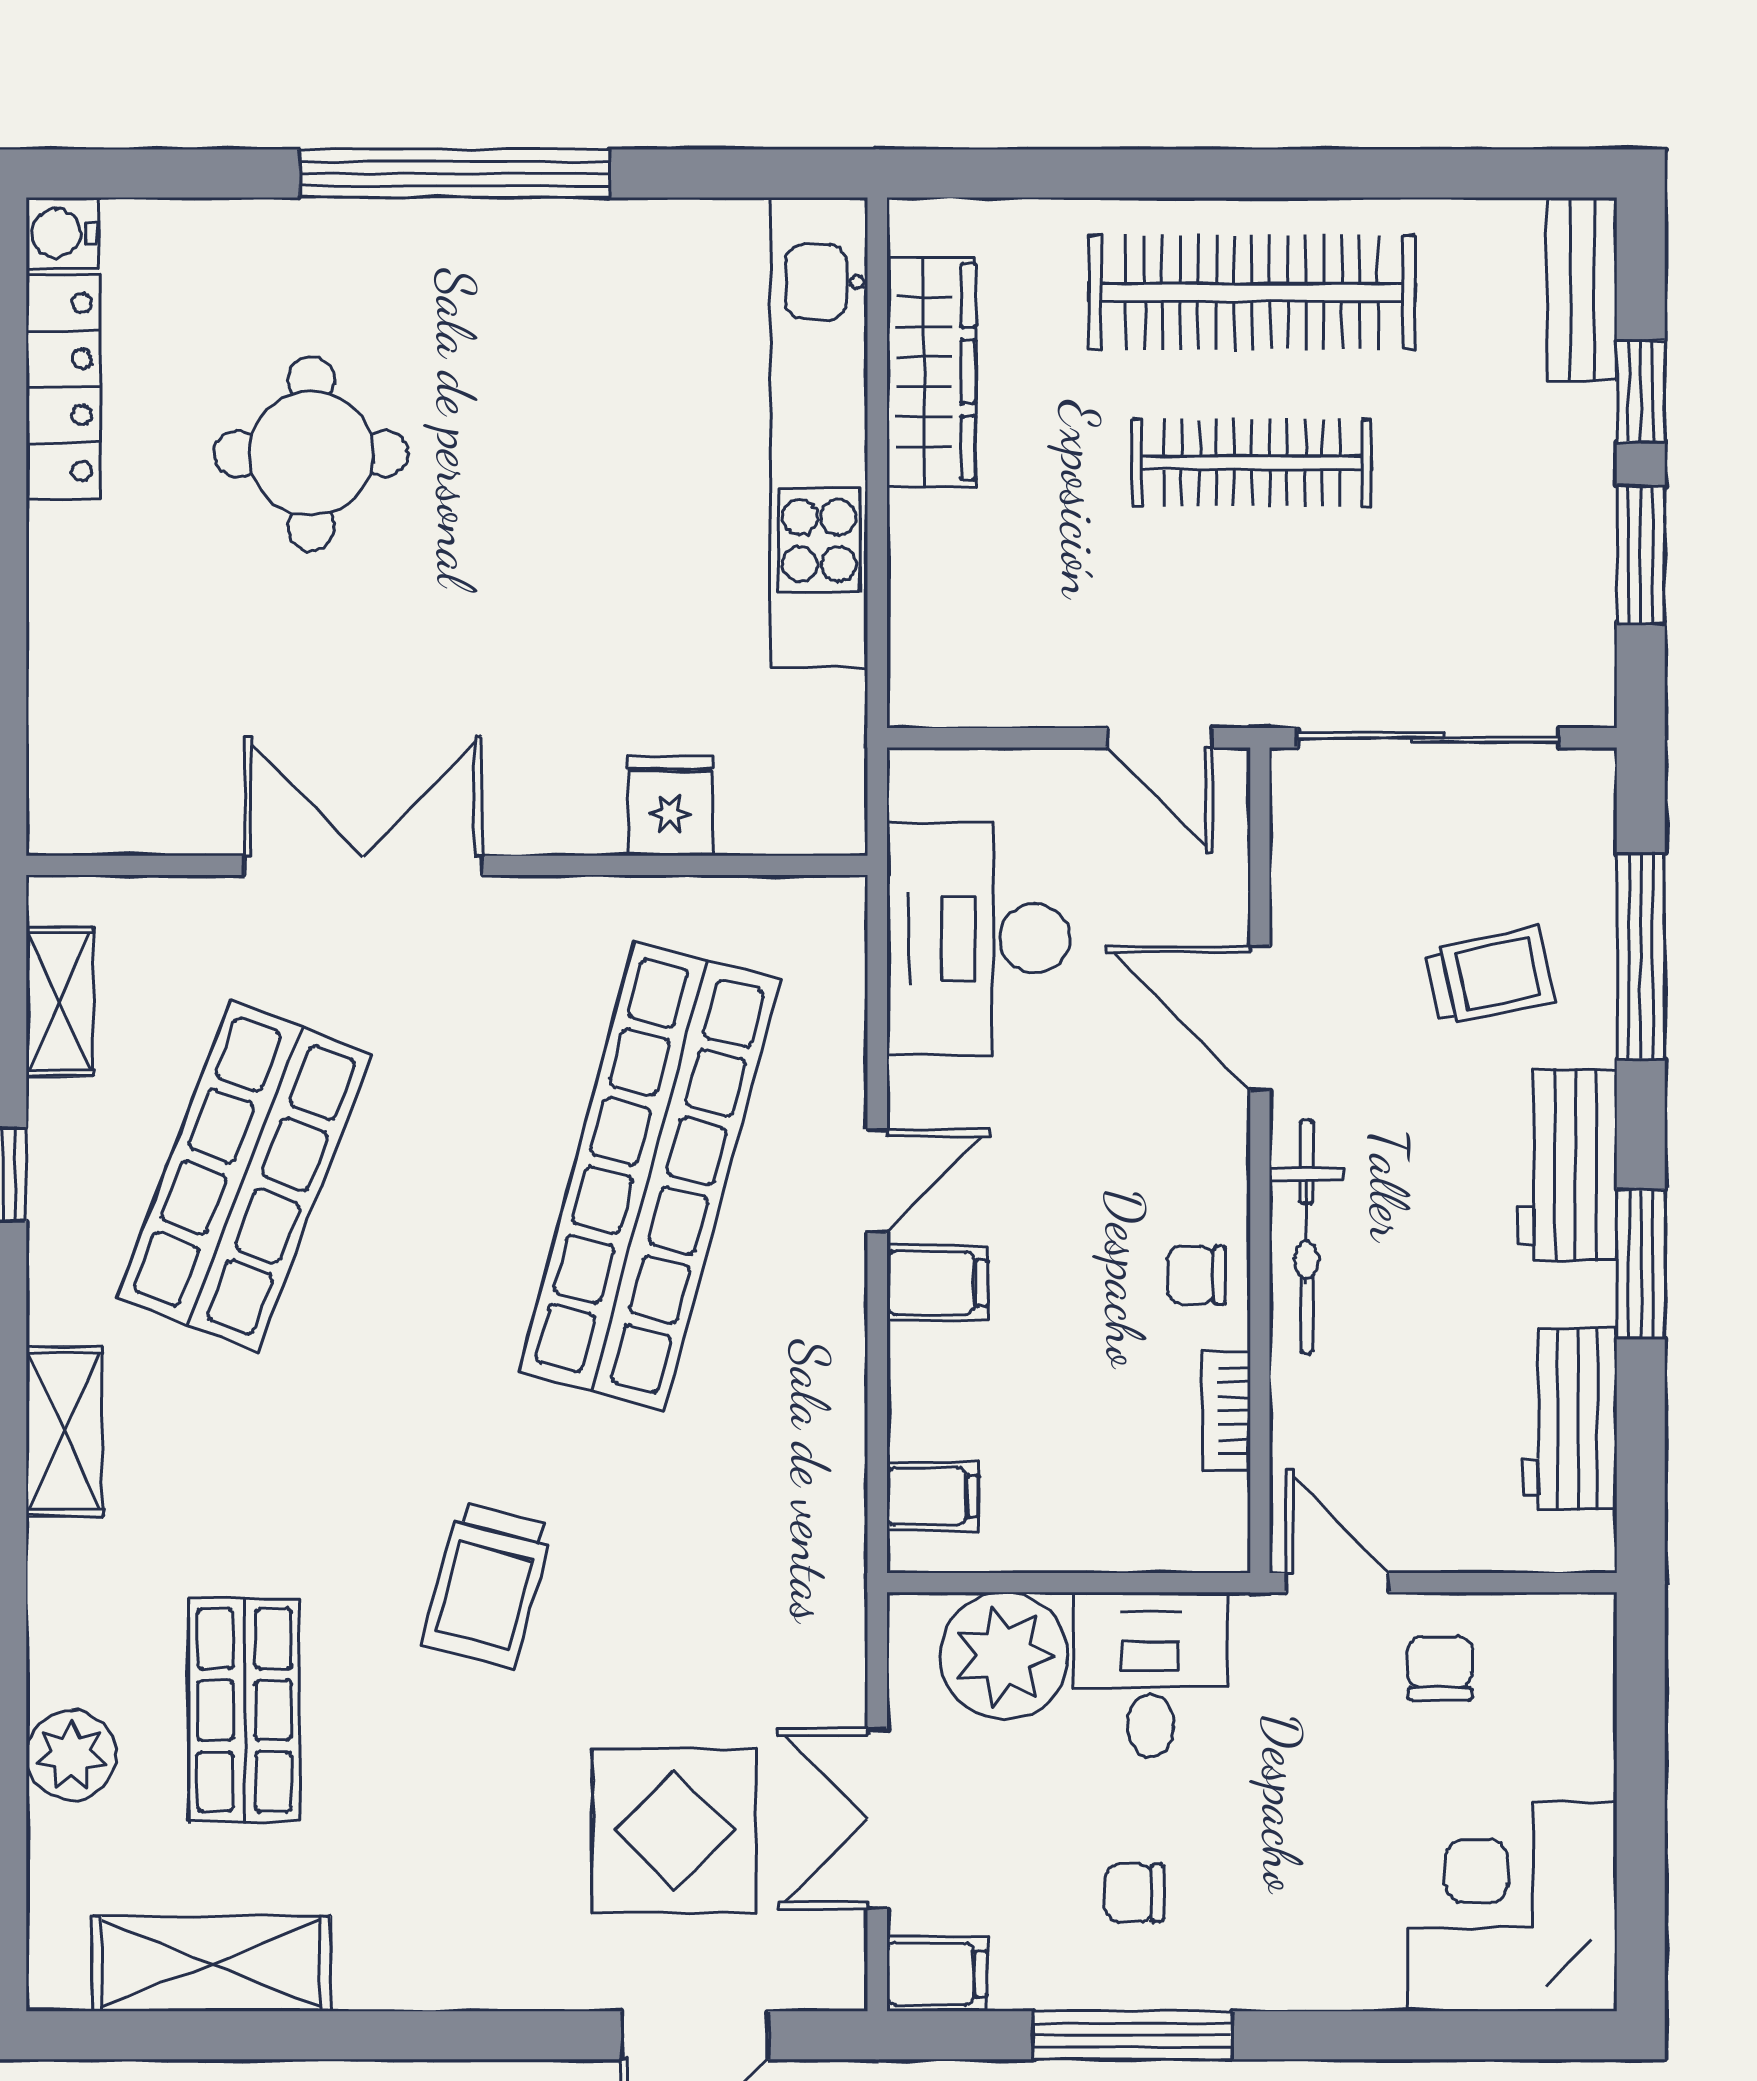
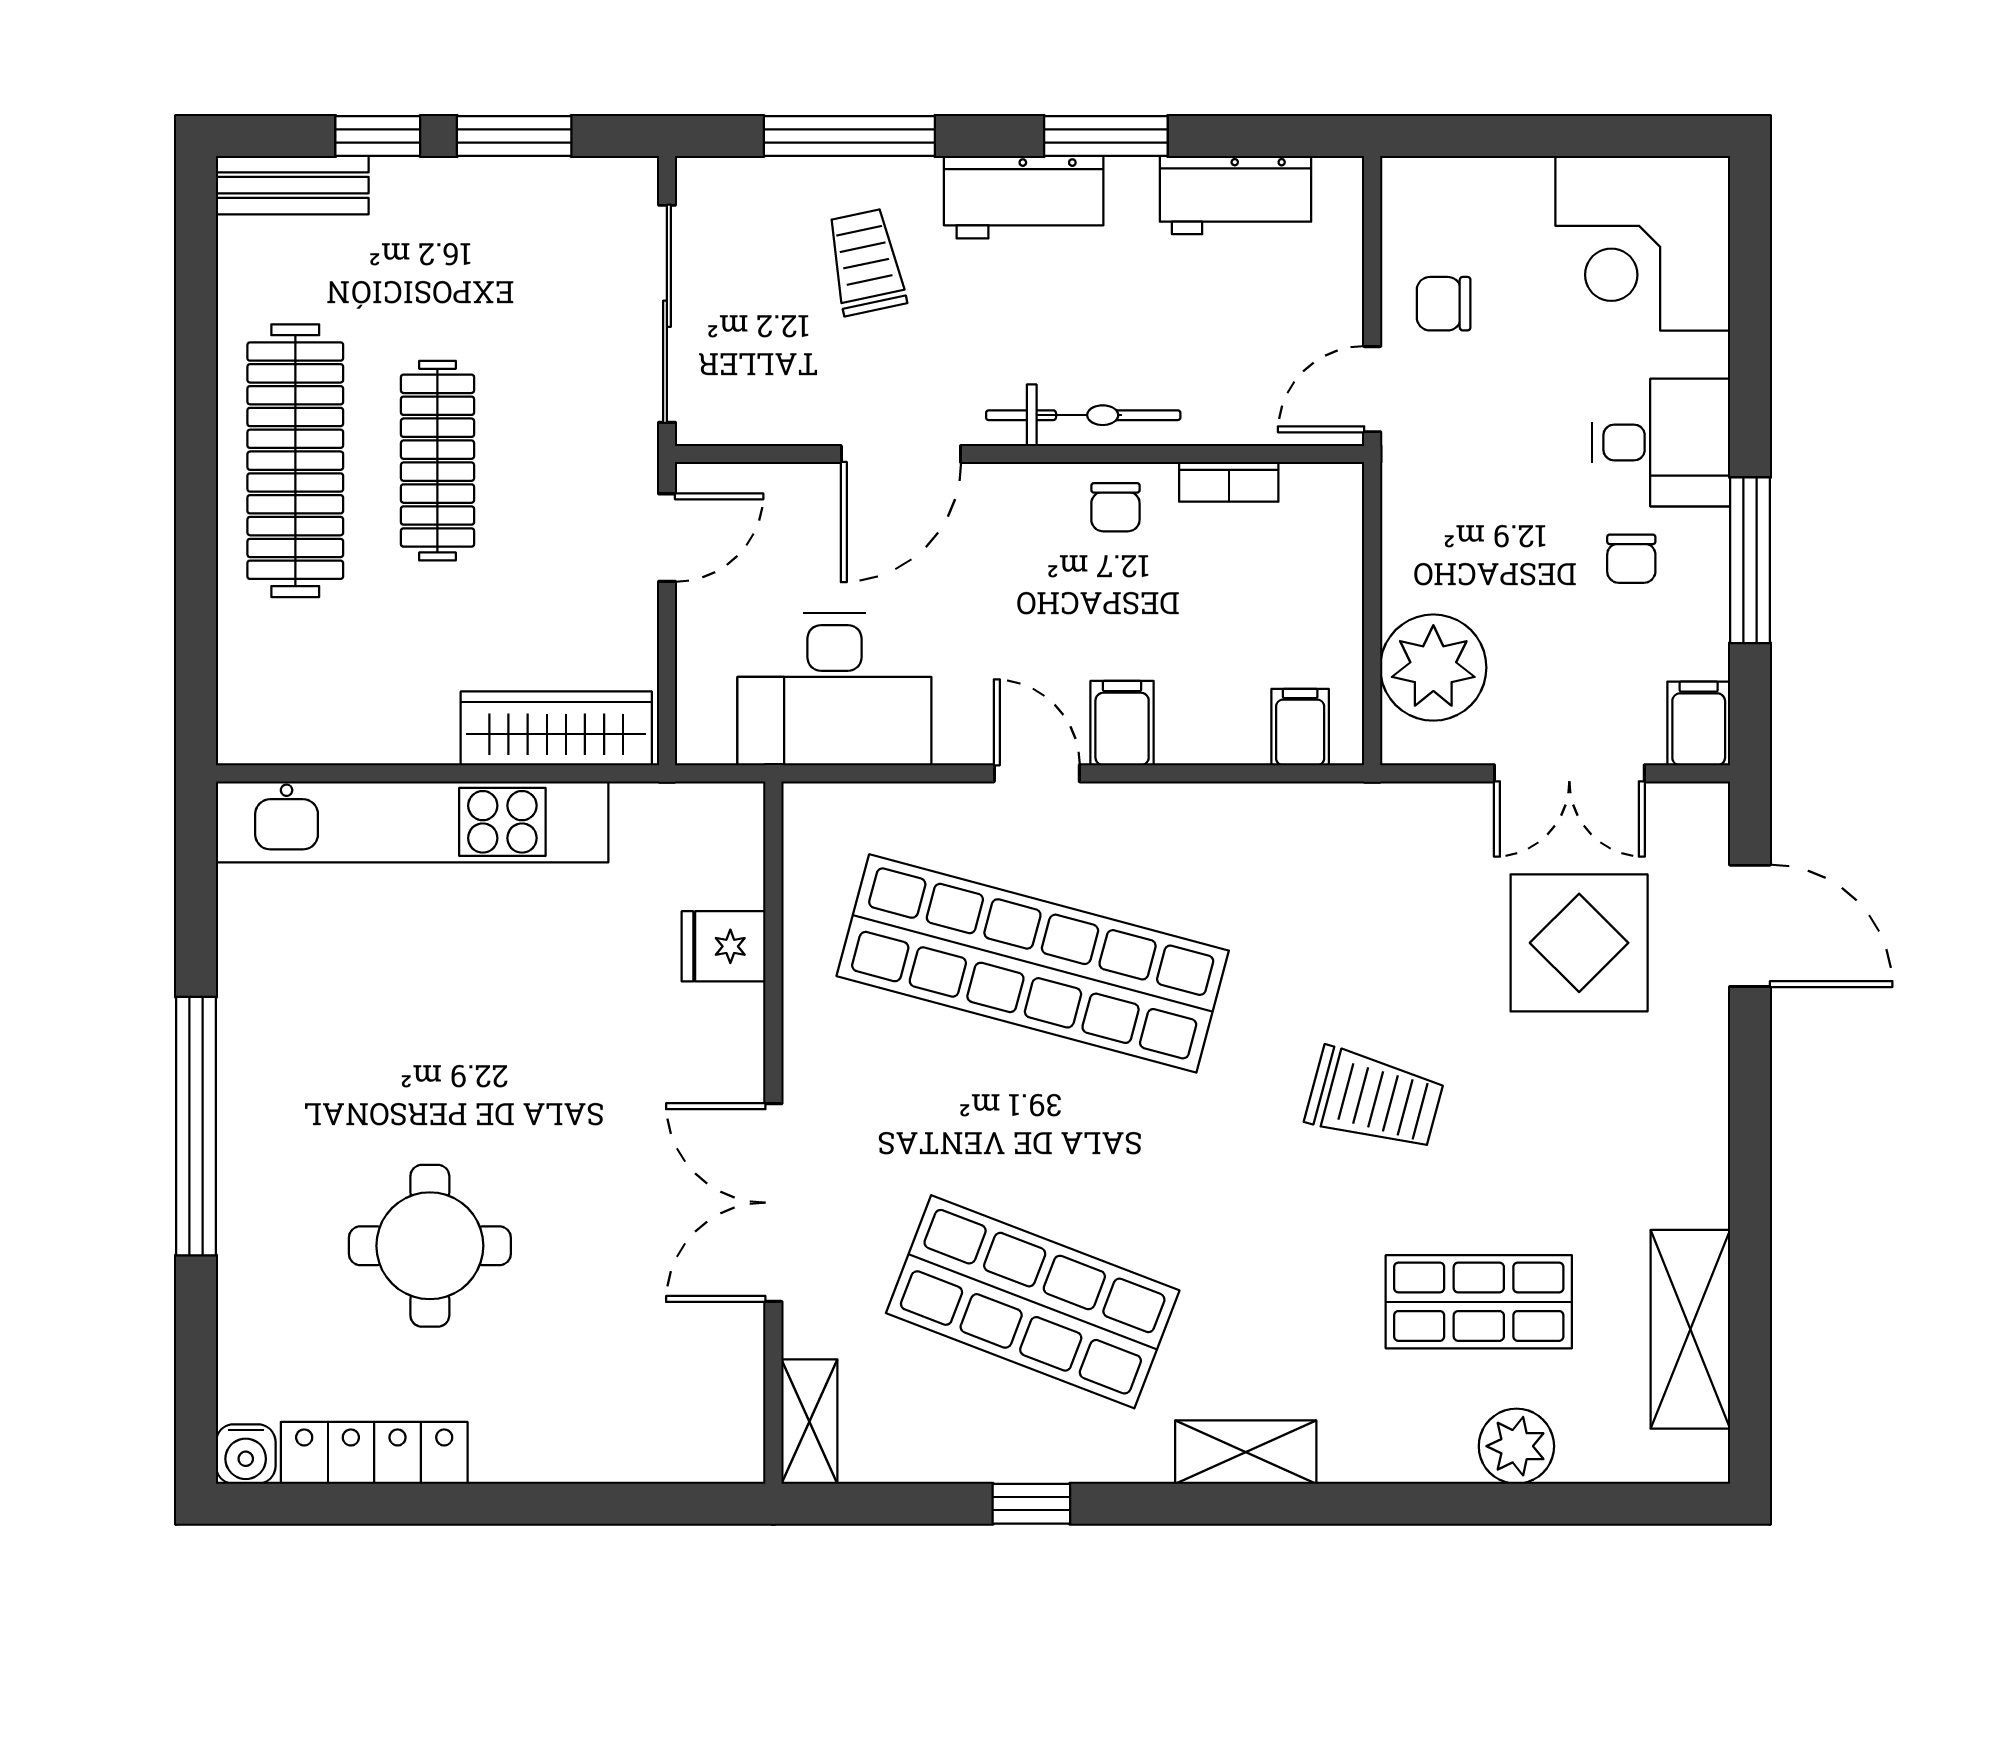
wardrobe: (931, 372) -> (556, 728), moved
shelving: (60, 1002) -> (809, 1422), moved, turned 90
desk: (1151, 1675) -> (1661, 442), moved, turned 180

